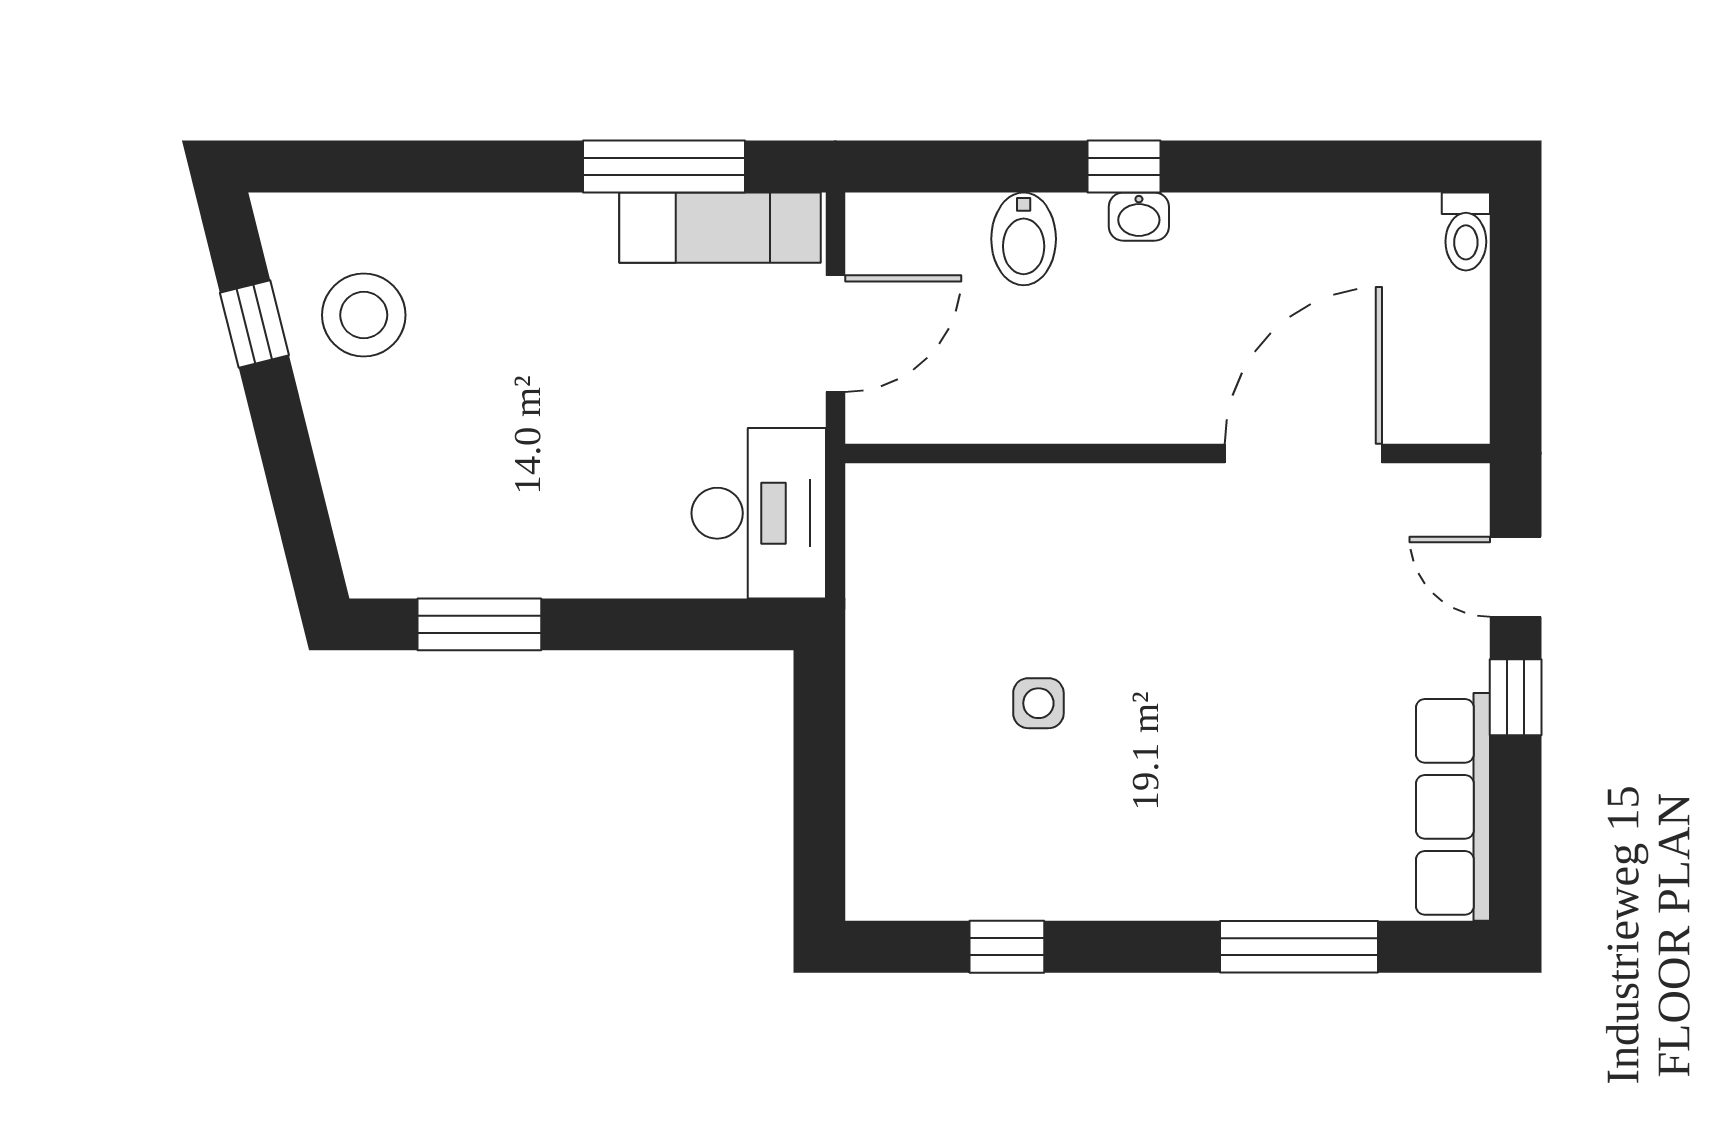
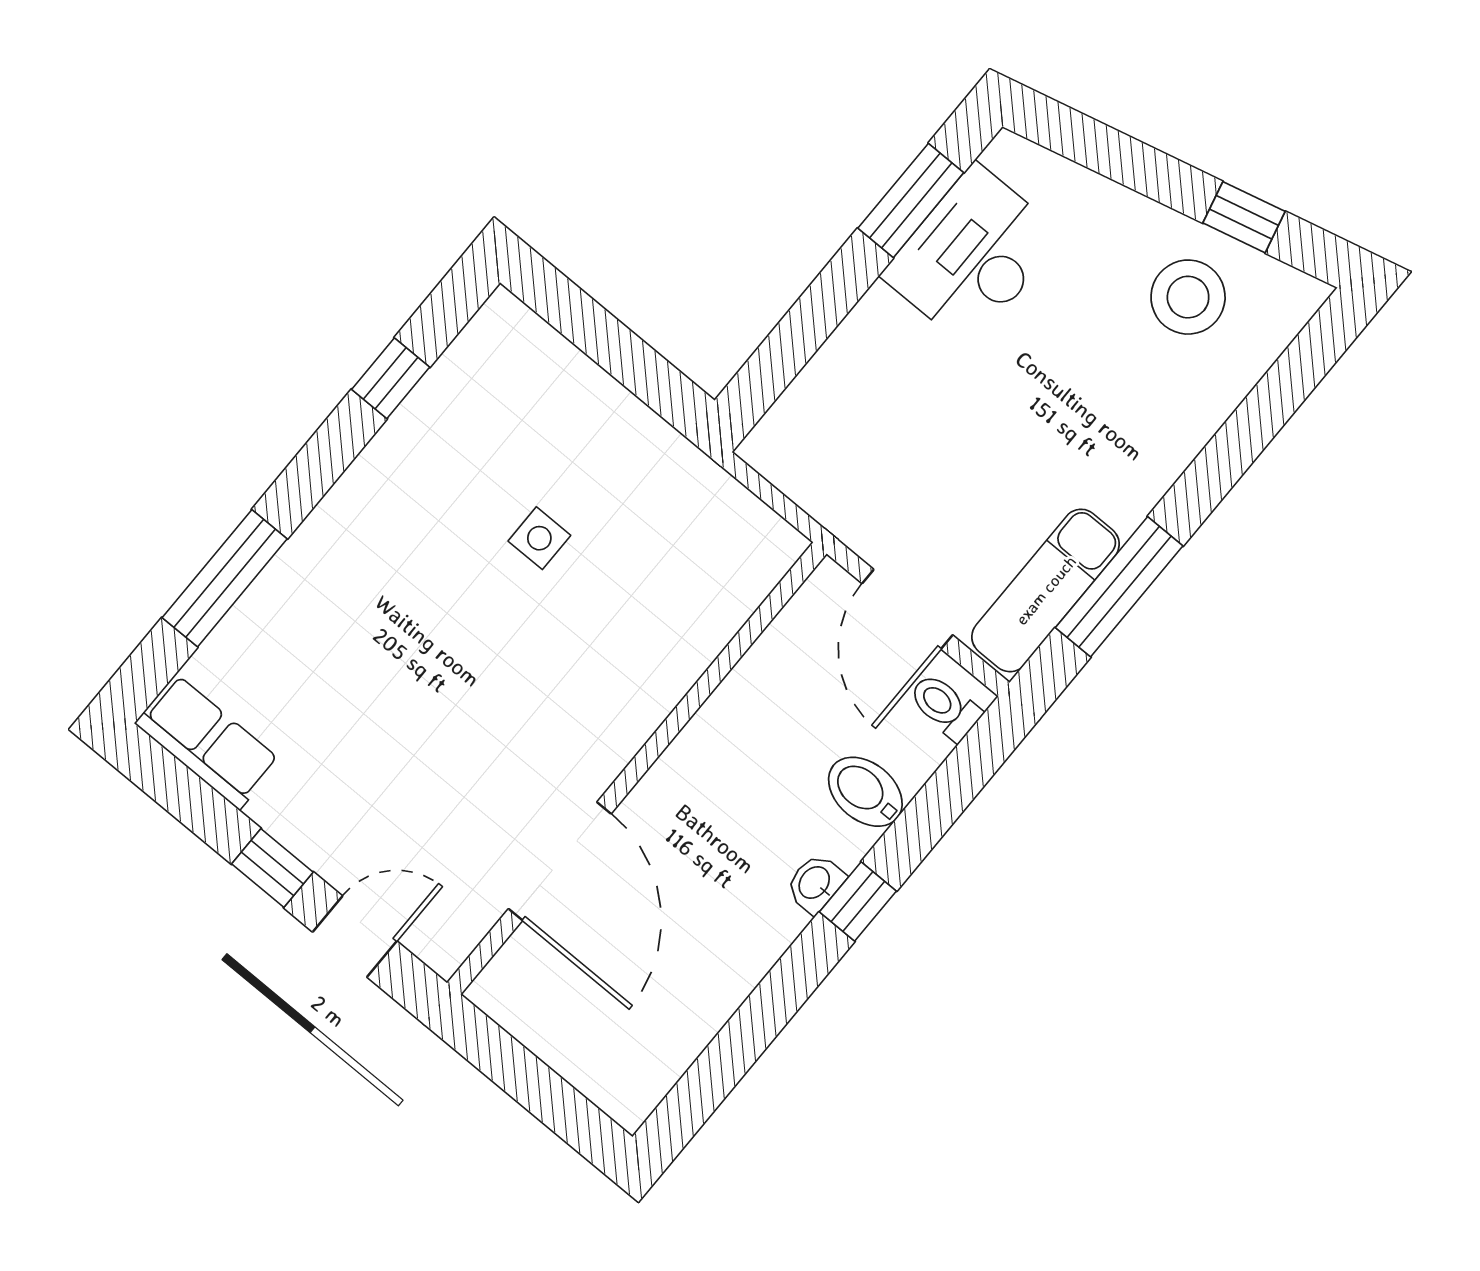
toilet: (1466, 231) -> (945, 707), moved
desk: (759, 513) -> (972, 256), moved, turned 90
row of seats: (1453, 807) -> (208, 742), width x0.68

